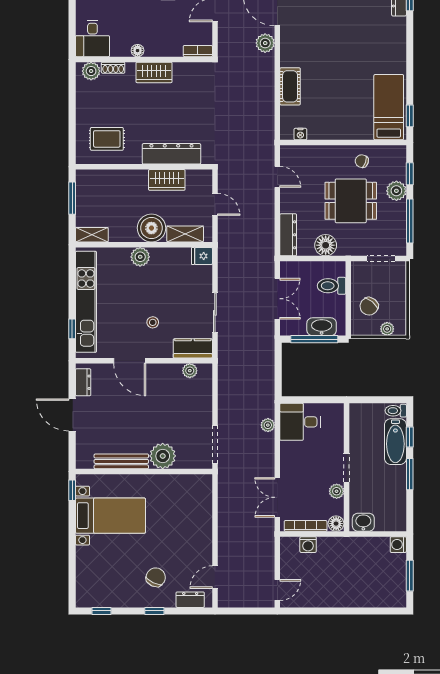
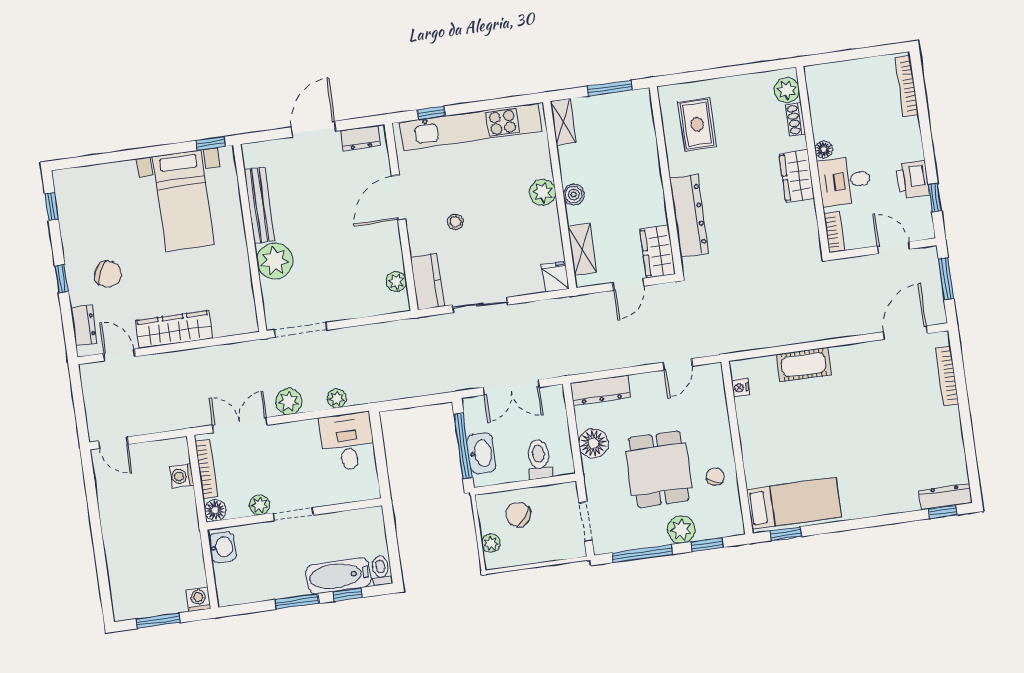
desk: (92, 39) -> (845, 181), moved
plant: (265, 43) -> (289, 401), moved
wardrobe: (167, 180) -> (658, 251), moved
boiler: (151, 228) -> (574, 195), width x0.54, depth x0.54
wardrobe: (202, 535) -> (174, 329), added

